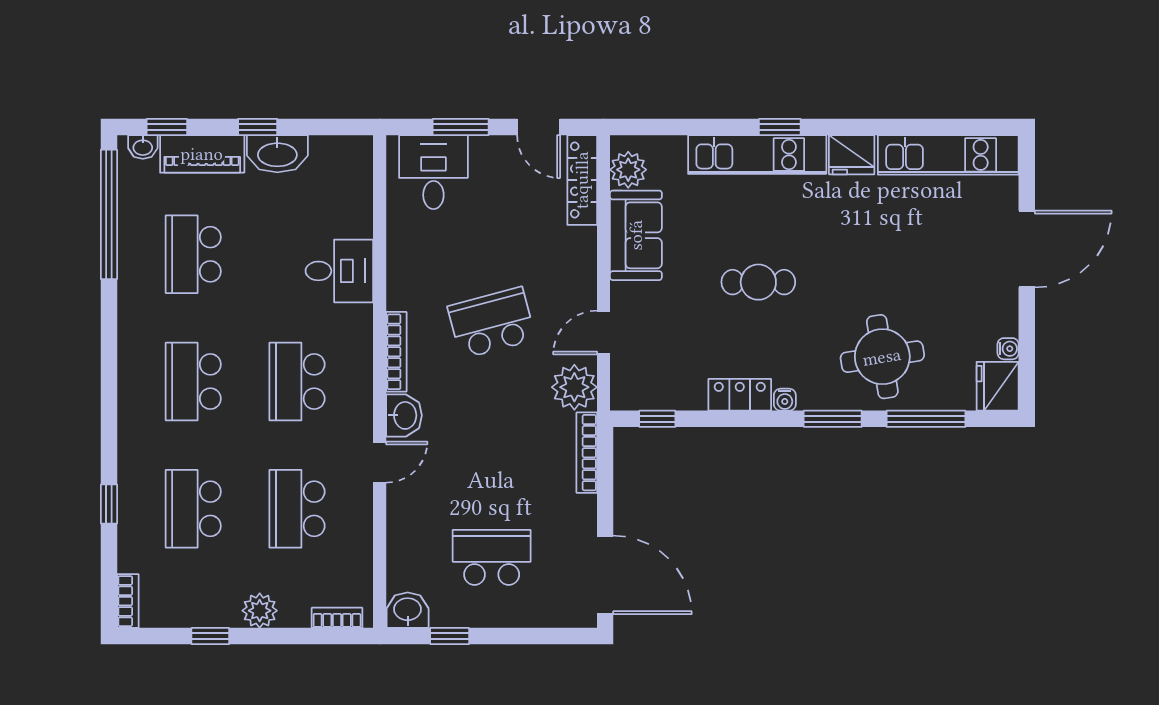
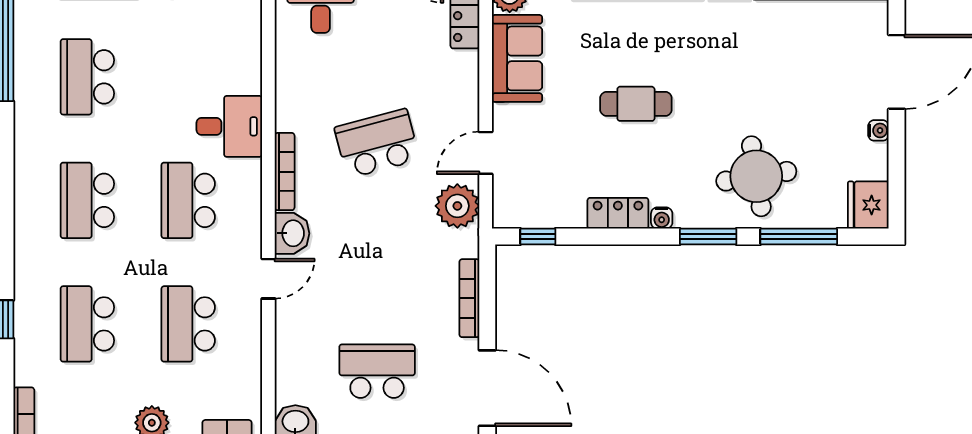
desk: (339, 271) -> (229, 126), moved
water cooler: (1008, 349) -> (878, 130), moved
bookcase: (587, 453) -> (469, 298), moved

